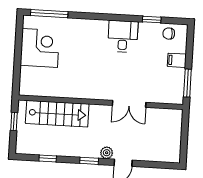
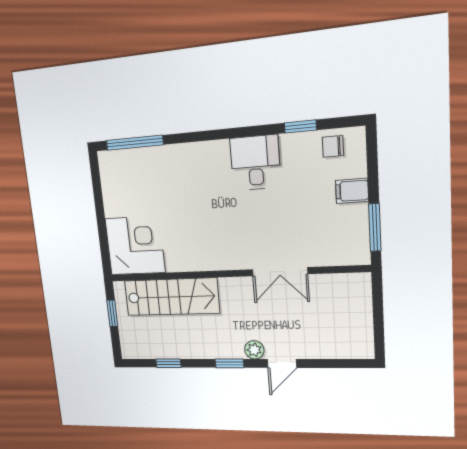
corner desk: (40, 48) -> (135, 246), moved

